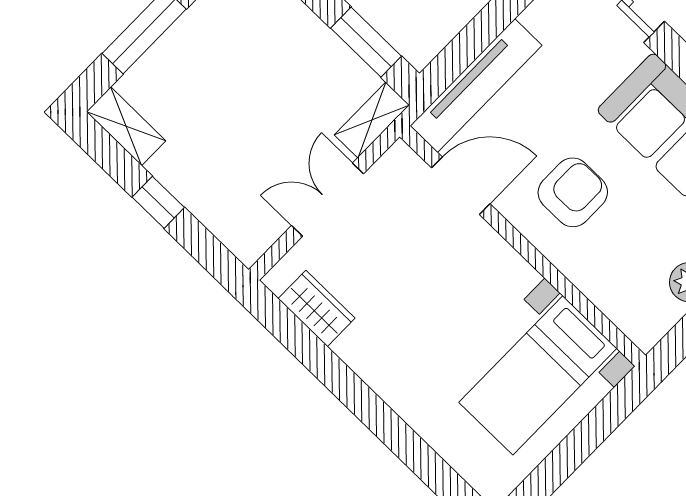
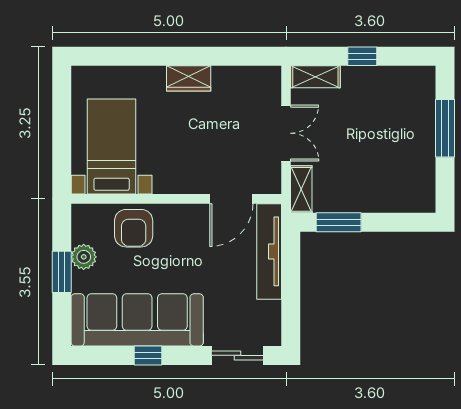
shelving: (126, 126) -> (315, 77), moved
armchair: (573, 192) -> (134, 228), moved
wardrobe: (317, 308) -> (189, 78), moved

